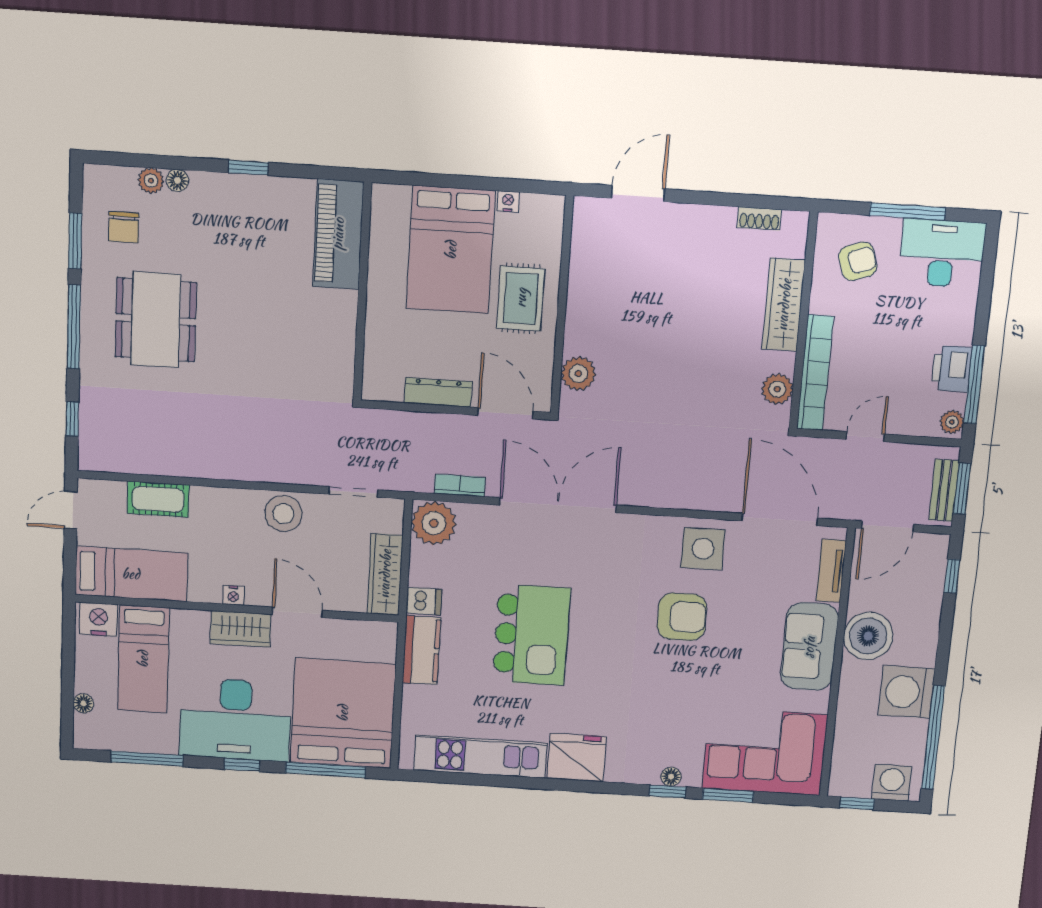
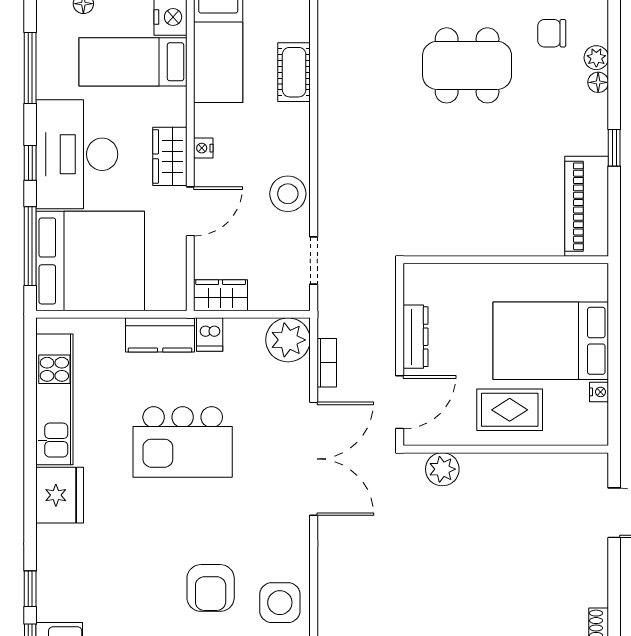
piano: (338, 234) -> (587, 206), moved, turned -90
wardrobe: (385, 574) -> (221, 295), width x0.67
floor lamp: (671, 777) -> (46, 591), removed

